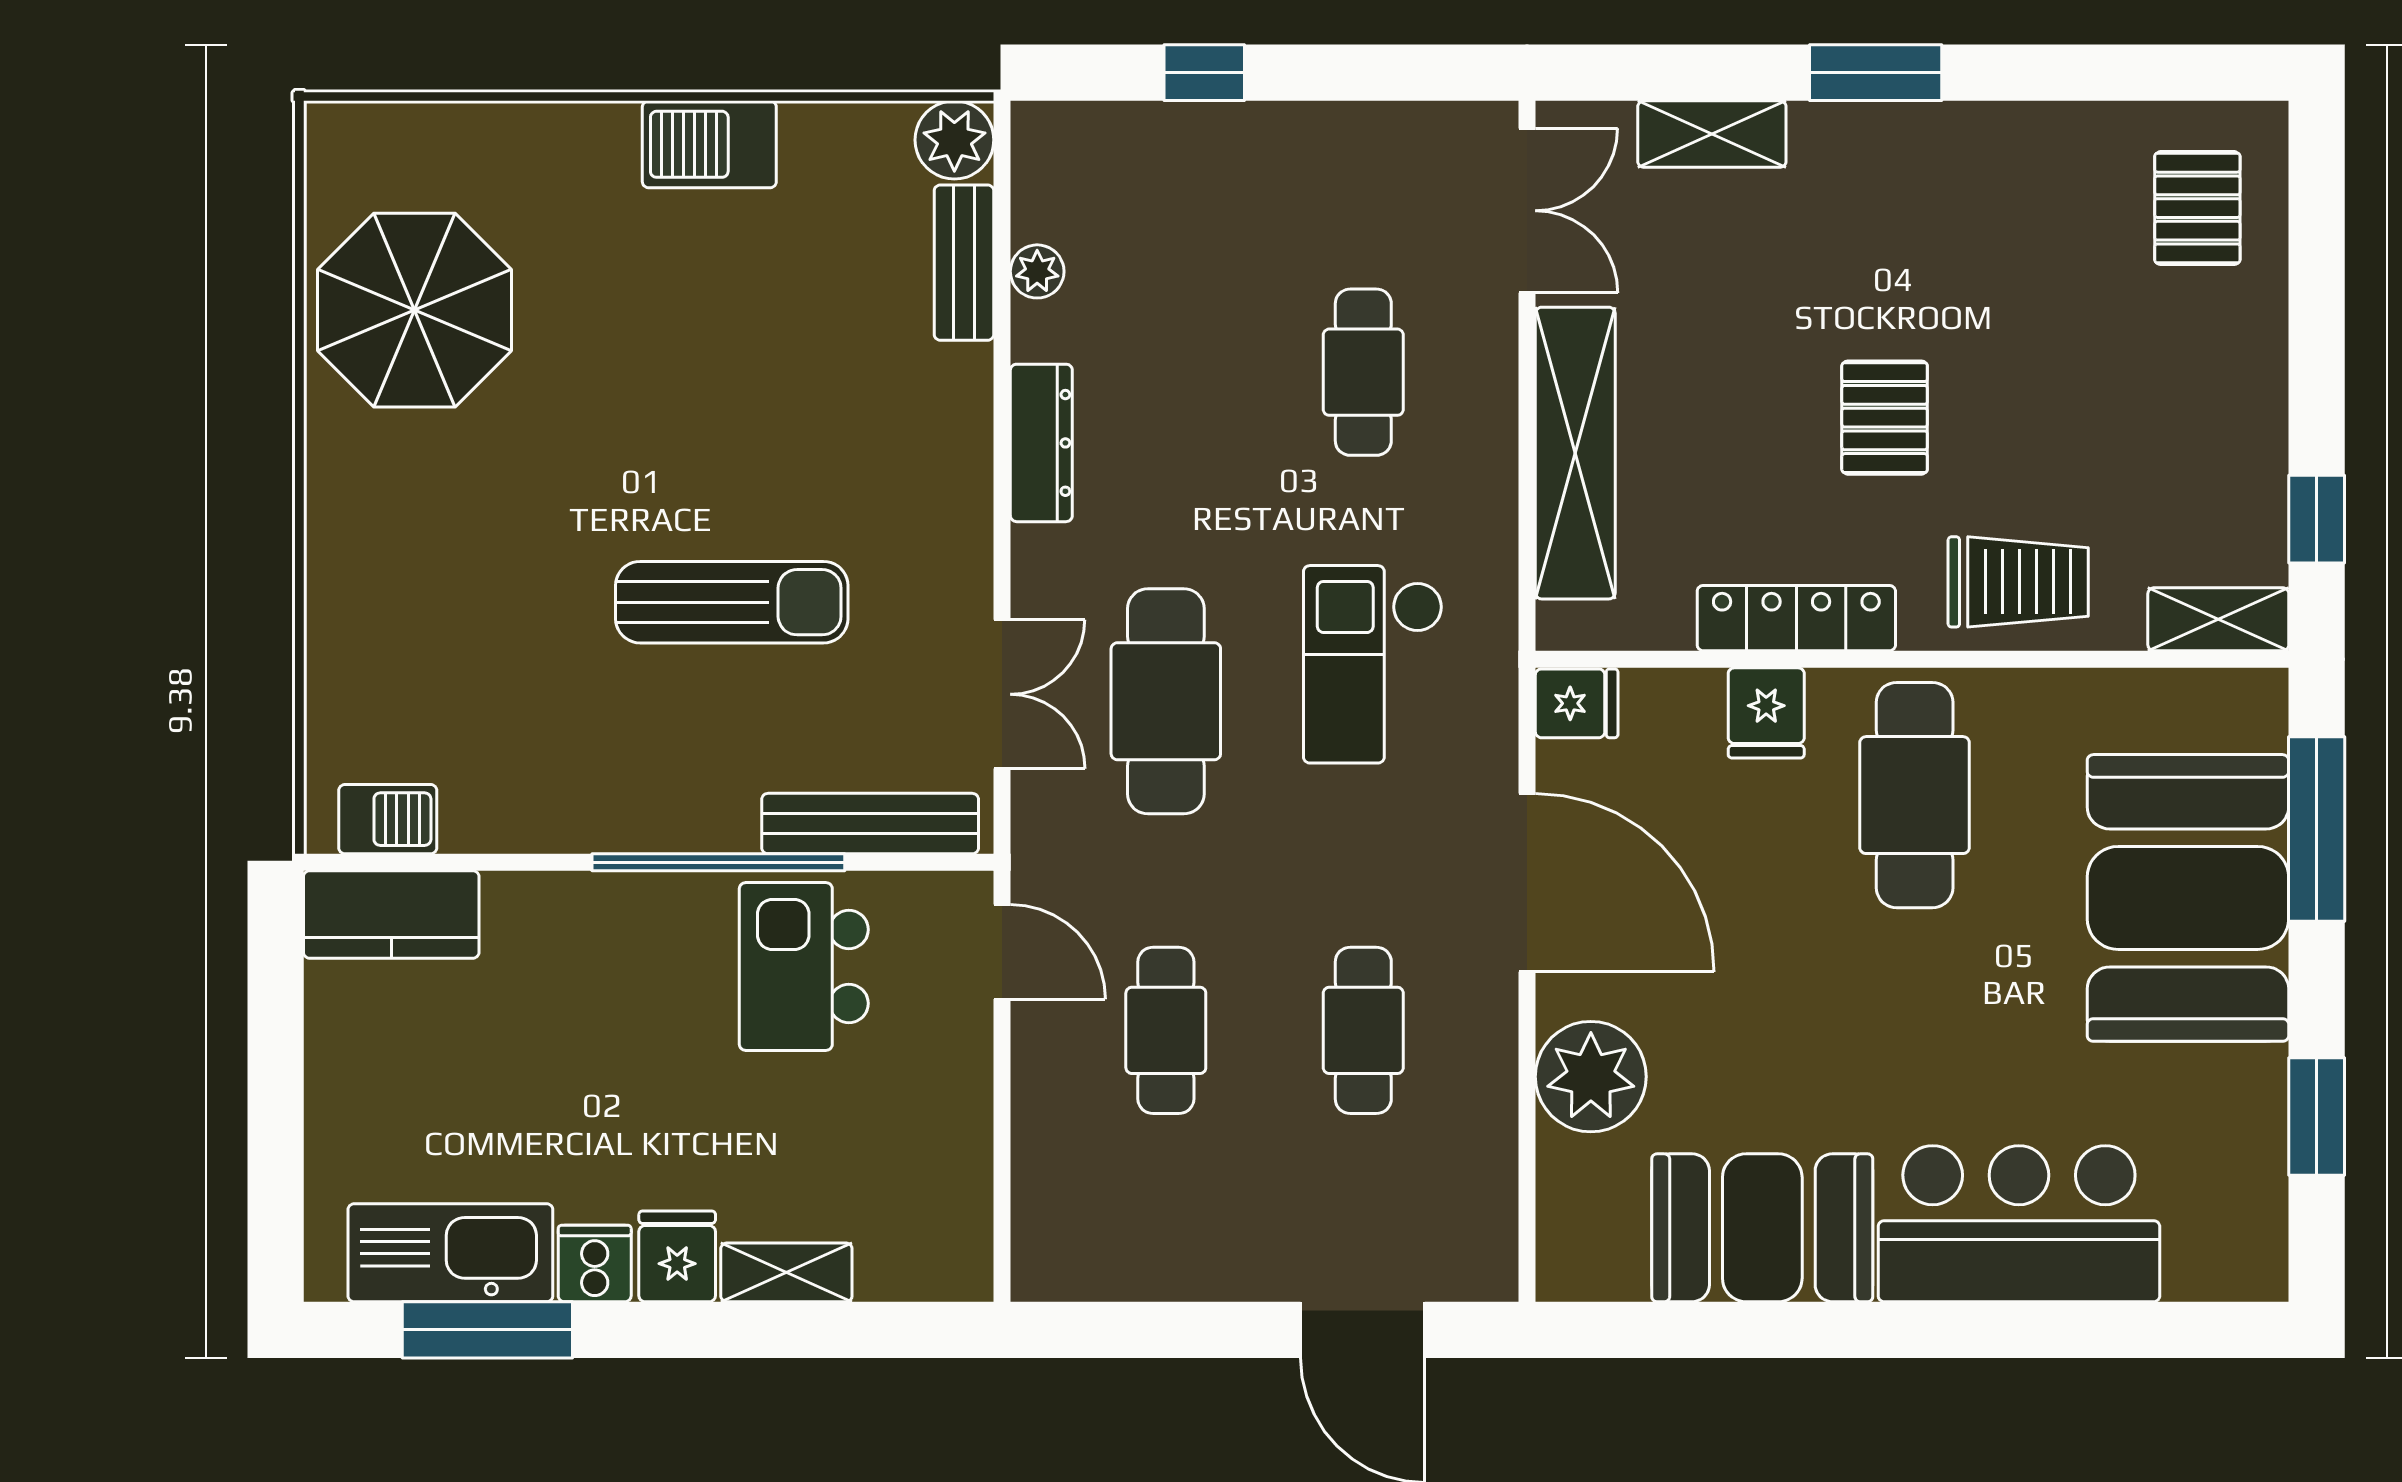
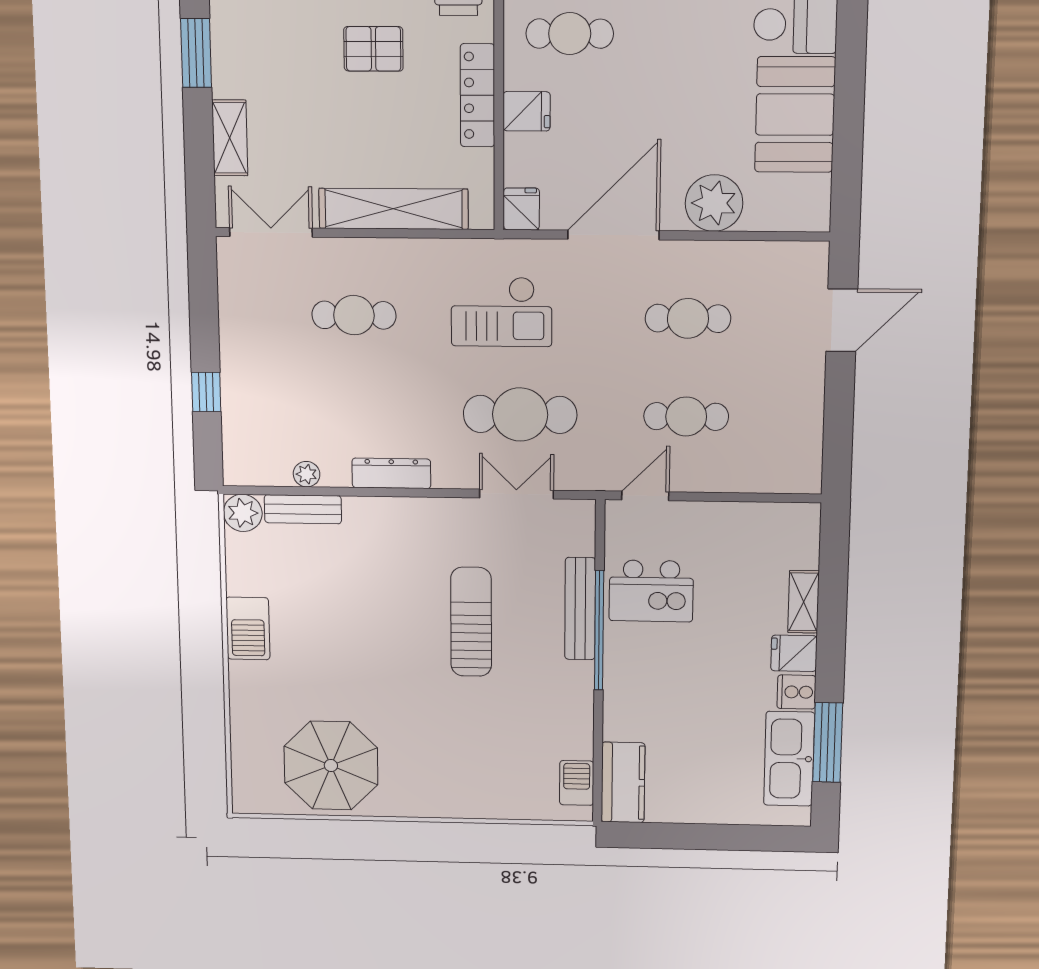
cafe table: (1915, 795) -> (570, 34), width x0.73, depth x0.74
bench: (870, 824) -> (580, 609), moved

